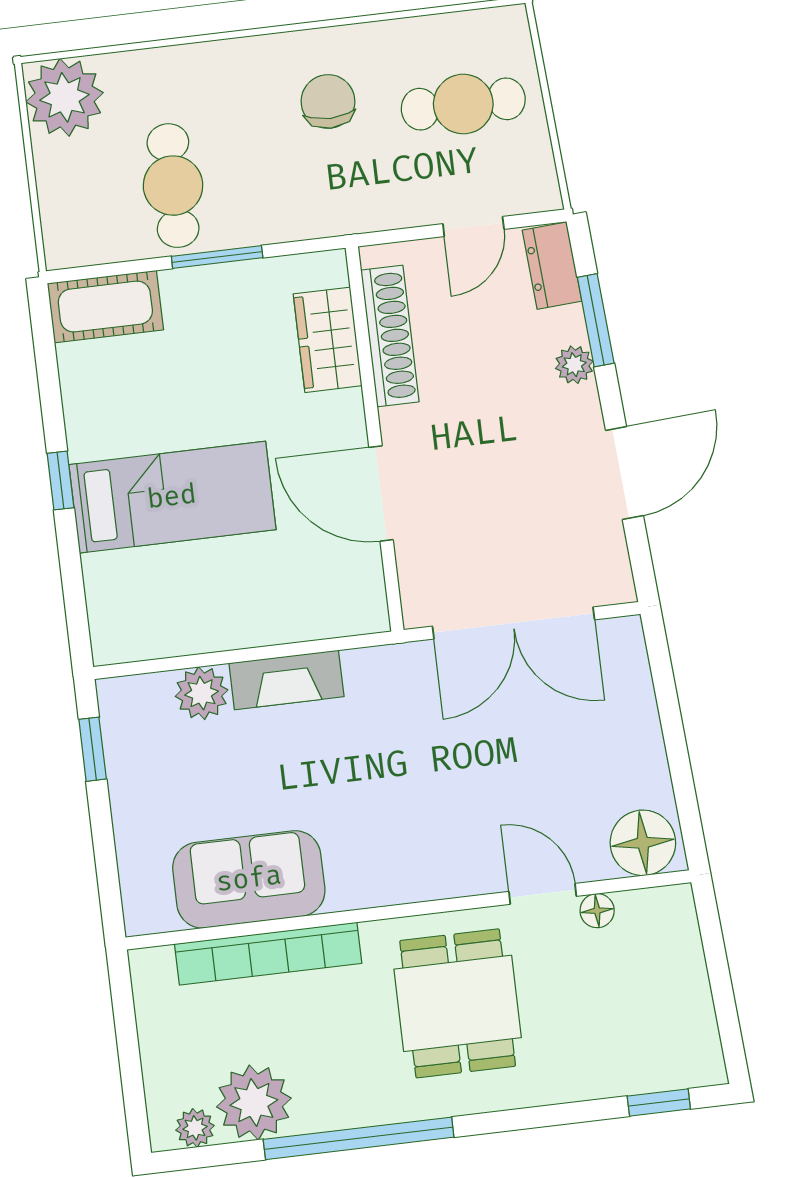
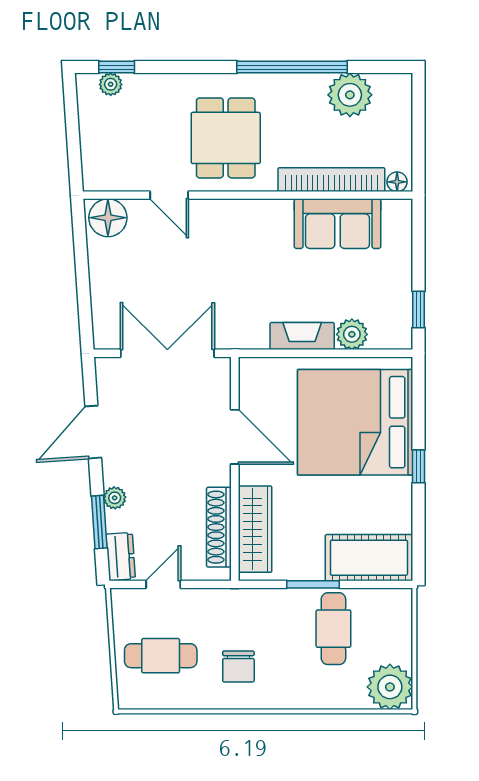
cot: (105, 307) -> (369, 558), width x1.37, depth x1.34
wardrobe: (328, 340) -> (255, 529), width x1.50
bed: (172, 497) -> (355, 422), width x2.04
floor lamp: (597, 911) -> (397, 182), moved
plant: (195, 1128) -> (111, 84), moved

